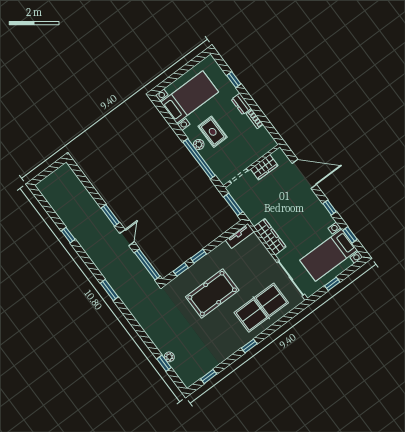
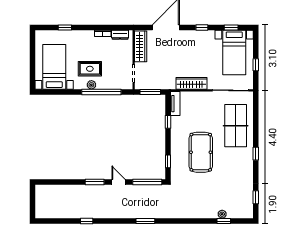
dresser: (241, 104) -> (120, 35), moved
wardrobe: (264, 167) -> (141, 46), width x1.50
window: (198, 256) -> (168, 122), moved

